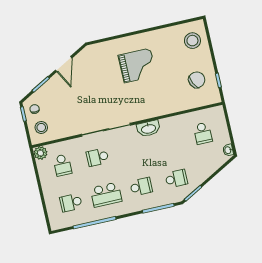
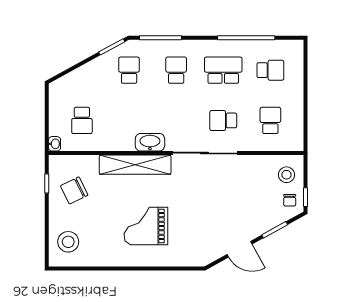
door: (64, 64) -> (240, 249), swing flipped
shelving: (156, 109) -> (135, 165), added
school desk: (203, 133) -> (82, 120), turned 180
washbasin: (228, 150) -> (55, 144), moved
plant: (41, 153) -> (295, 142), removed
school desk: (98, 157) -> (223, 120), turned 180
school desk: (176, 179) -> (129, 70), turned 90
school desk: (141, 187) -> (176, 70), turned 90

